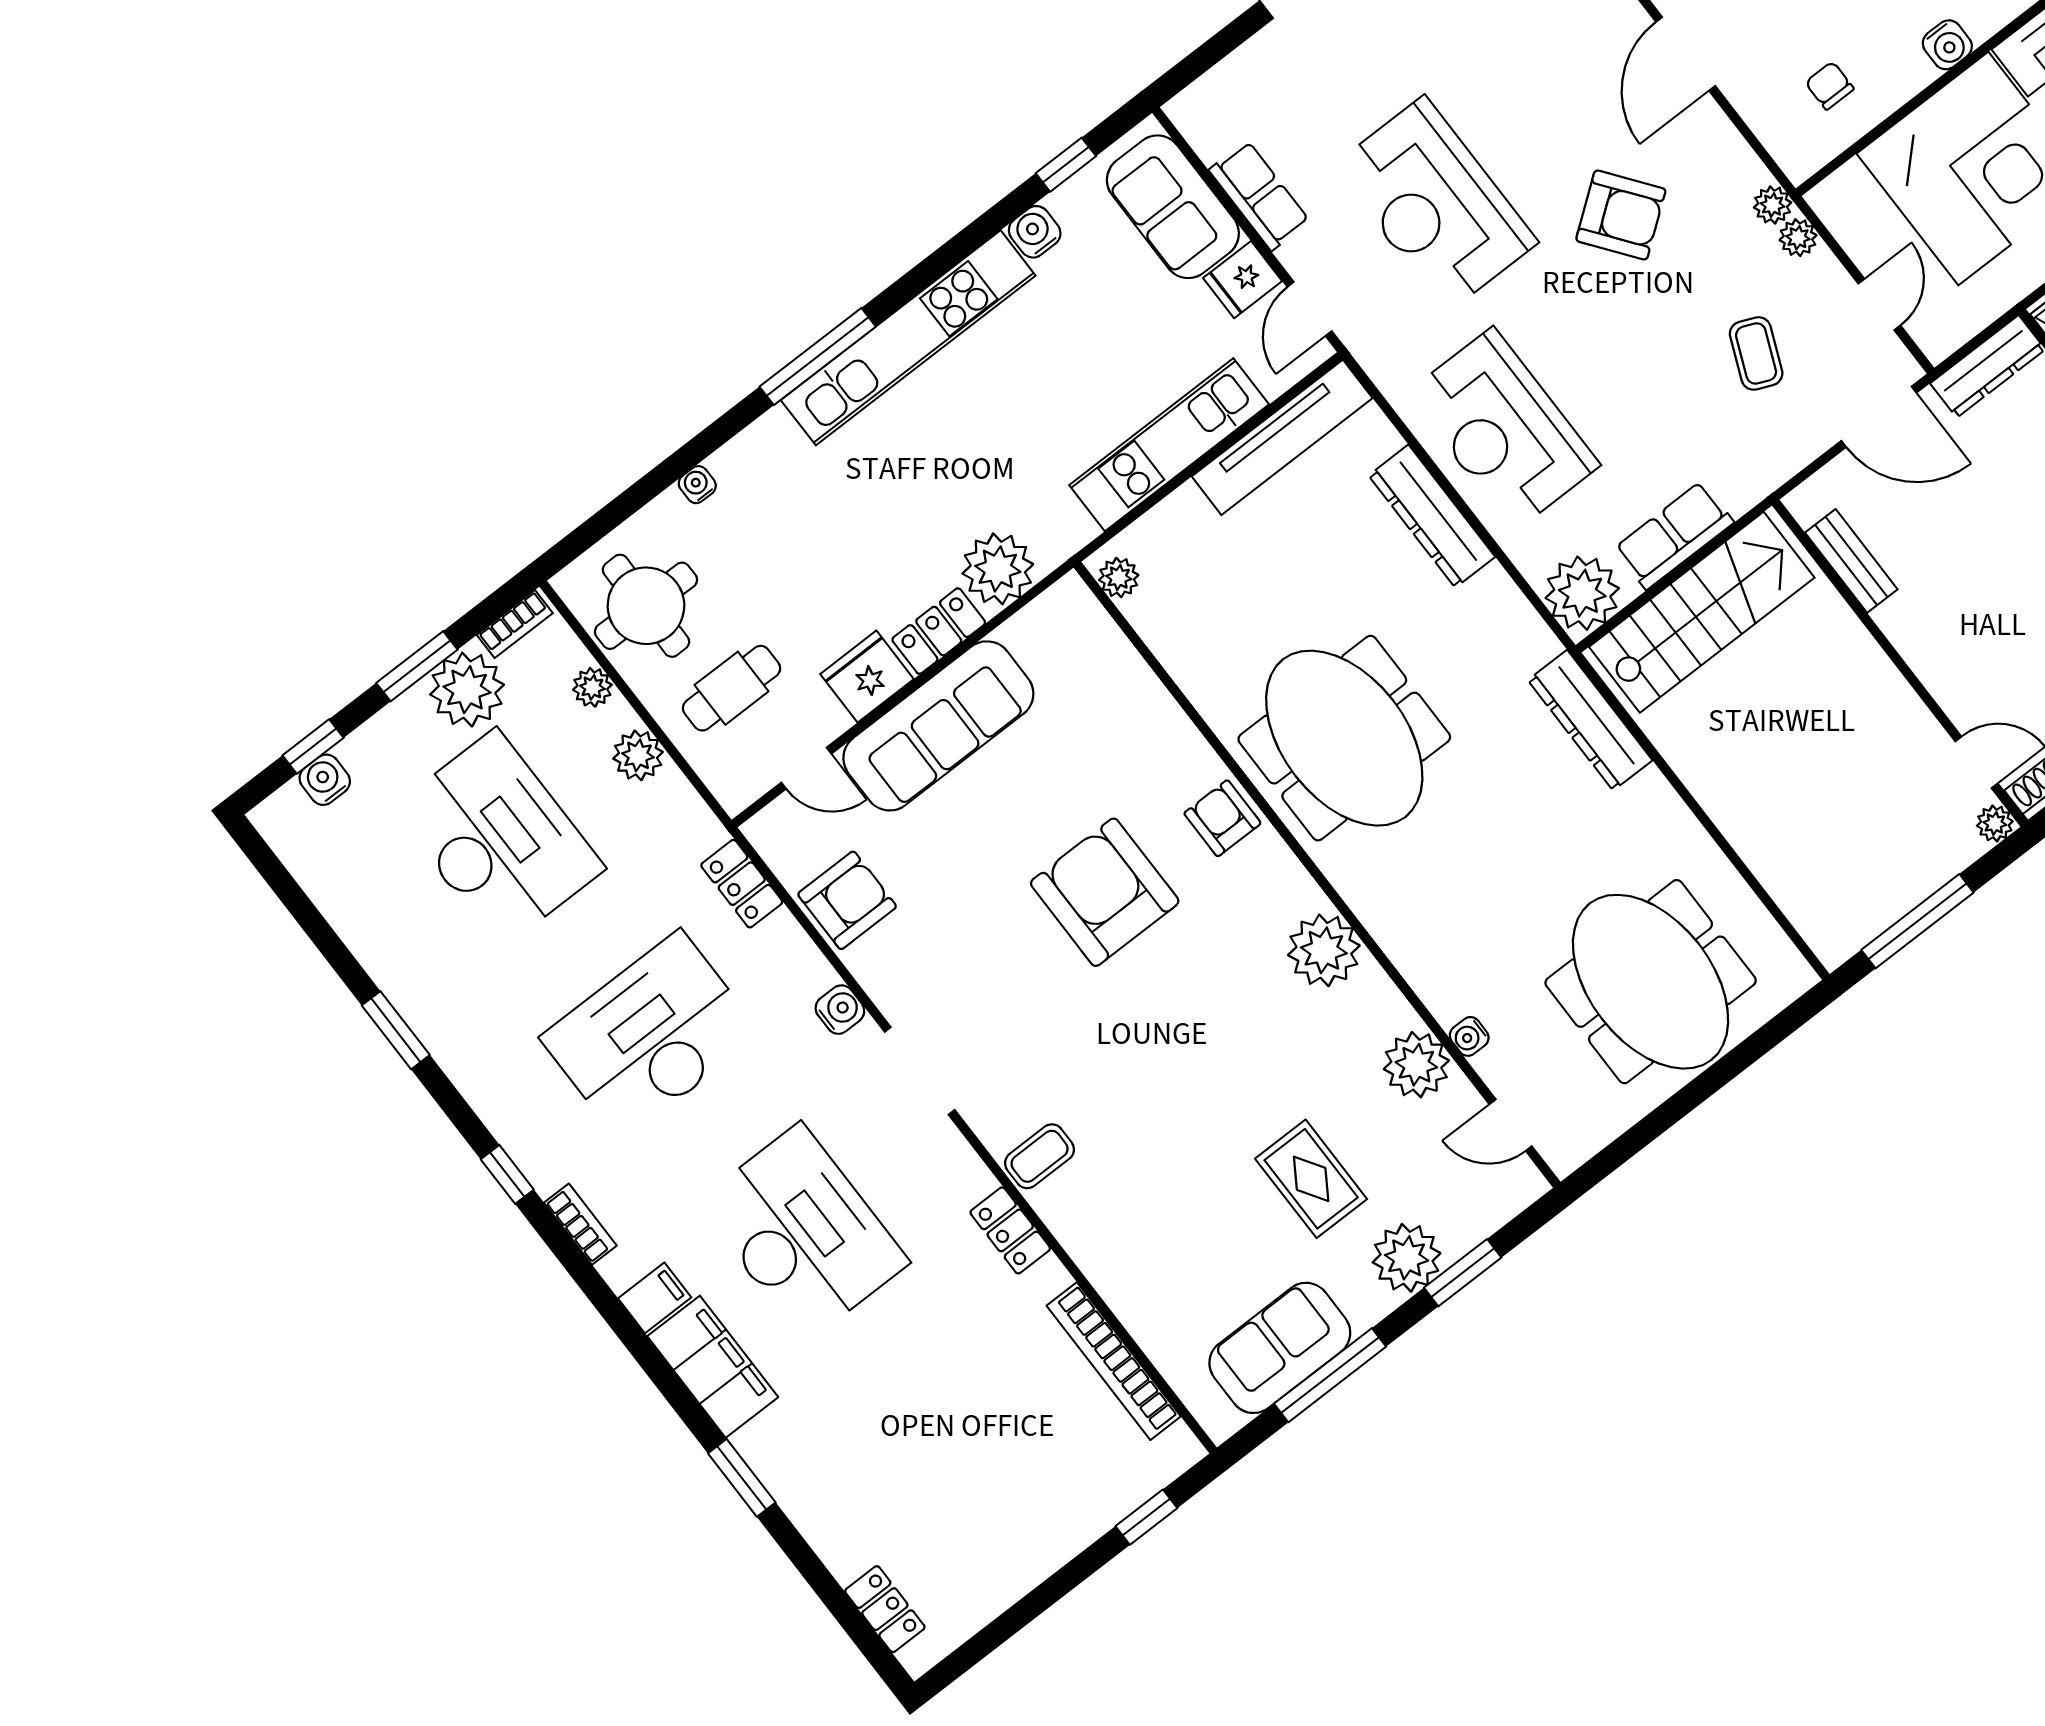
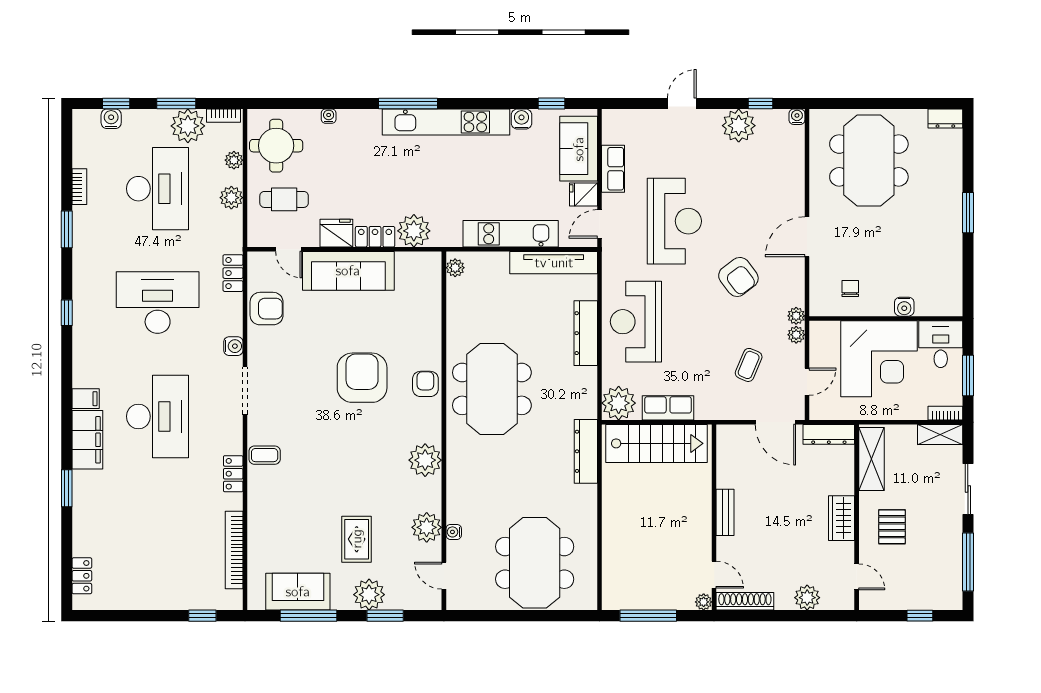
reception desk: (1435, 204) -> (674, 221), turned 180
bench: (1851, 561) -> (725, 512), moved
bookcase: (580, 1224) -> (79, 187), moved

